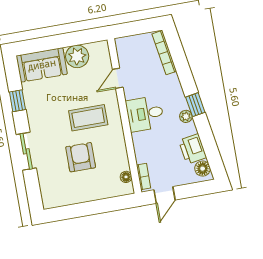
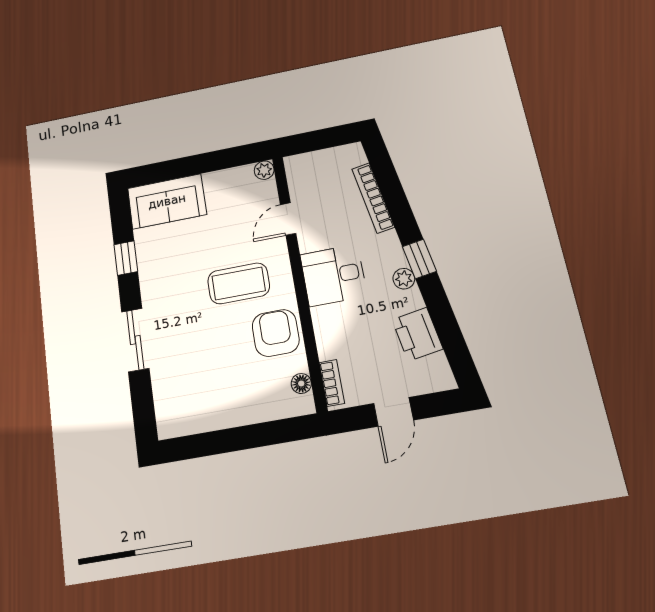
bookcase: (164, 53) -> (373, 198), moved
plant: (77, 56) -> (264, 170), moved, width x0.53, depth x0.53
armchair: (81, 157) -> (276, 333), moved
floor lamp: (203, 169) -> (436, 369), removed
door: (165, 195) -> (394, 412), moved

